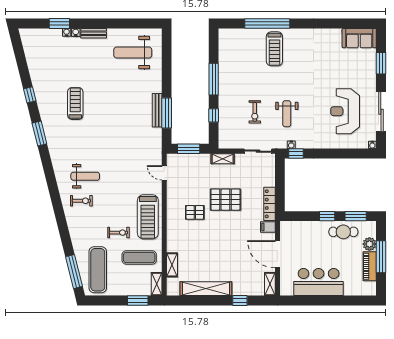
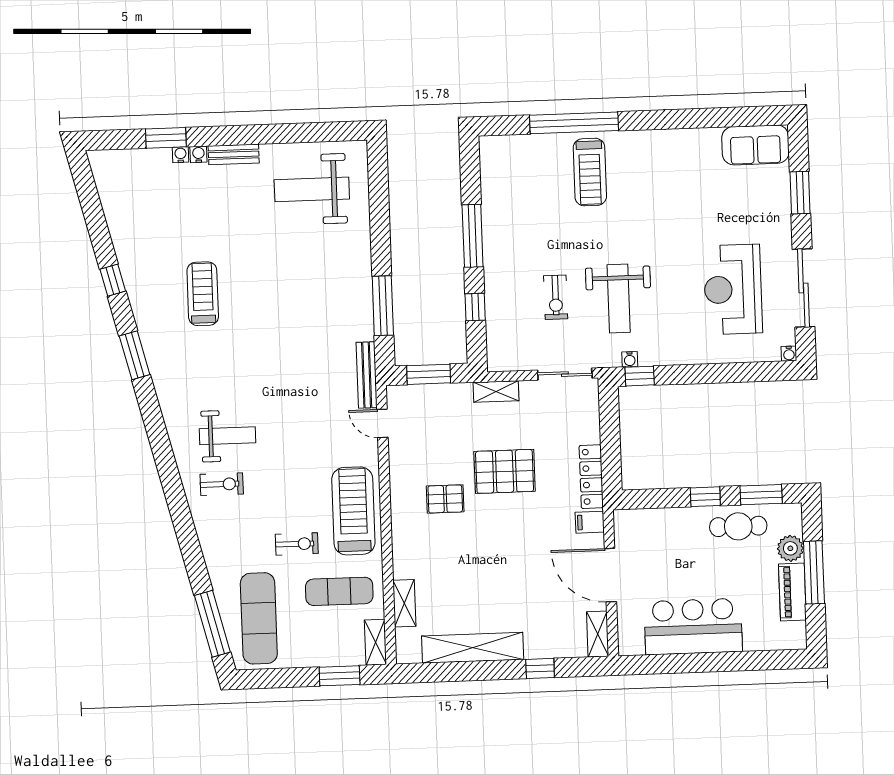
bench: (157, 110) -> (367, 375), moved
weight bench: (287, 114) -> (619, 299), width x1.36, depth x1.33
treadmill: (148, 217) -> (353, 511), turned 180

